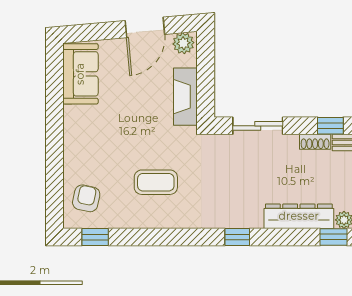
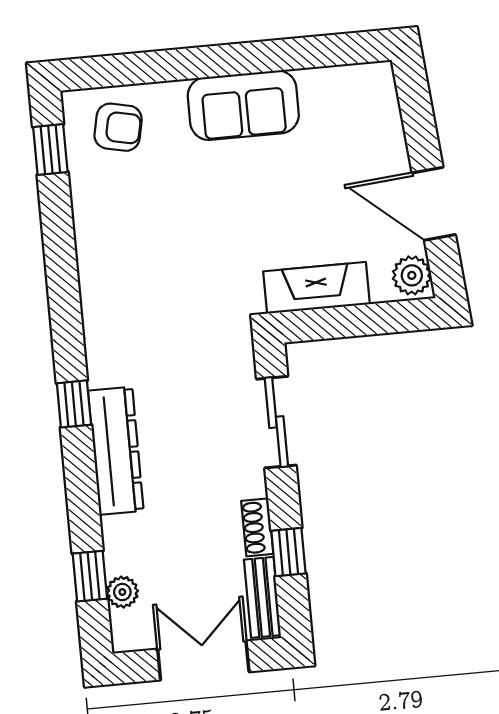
sofa: (80, 74) -> (243, 105), moved
coffee table: (156, 182) -> (158, 249), removed
dresser: (299, 216) -> (116, 451), moved

